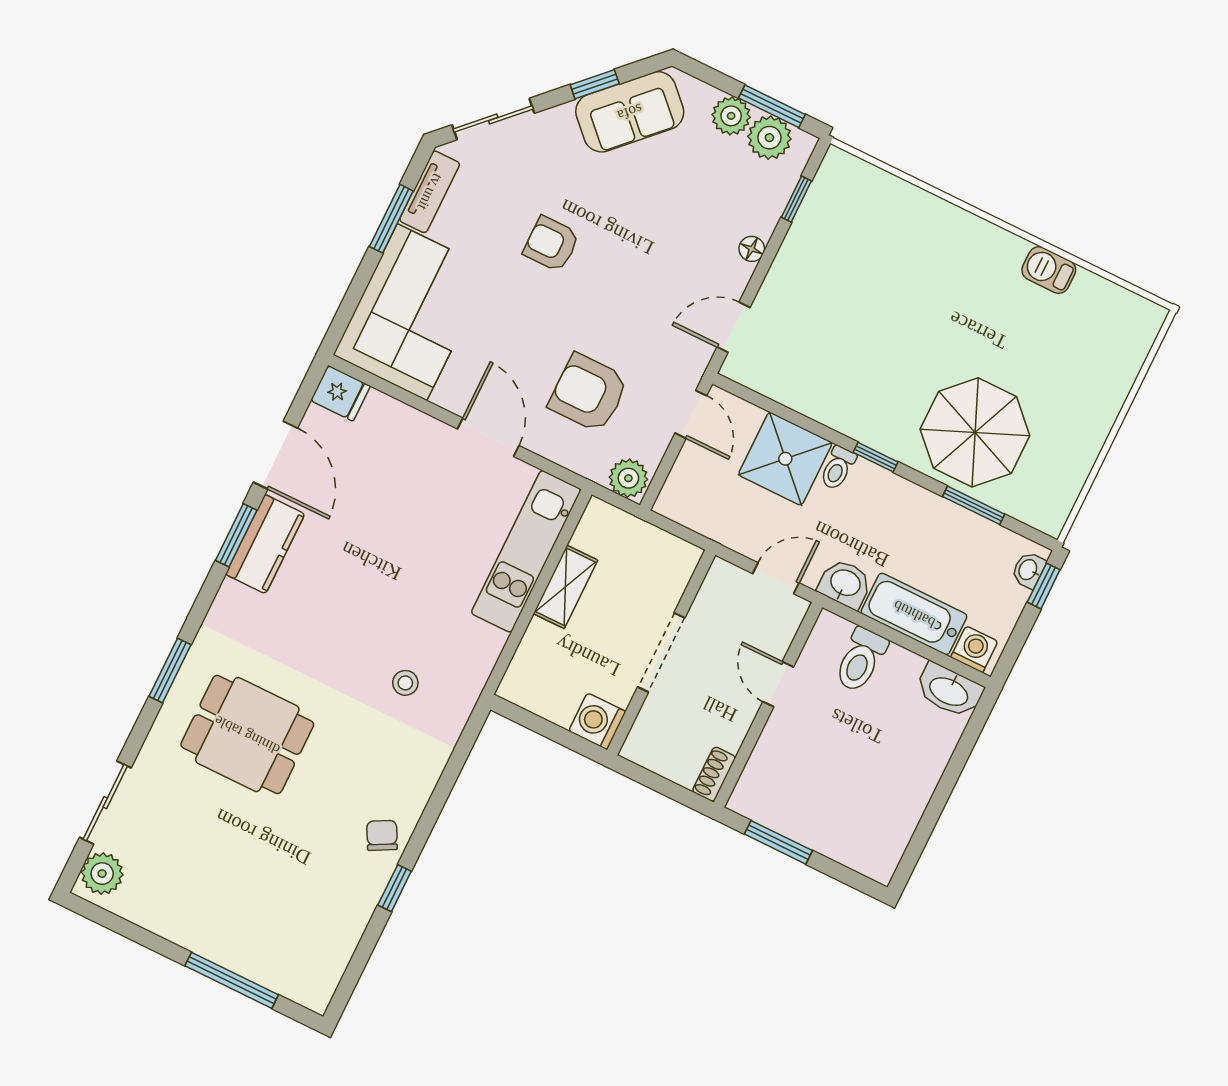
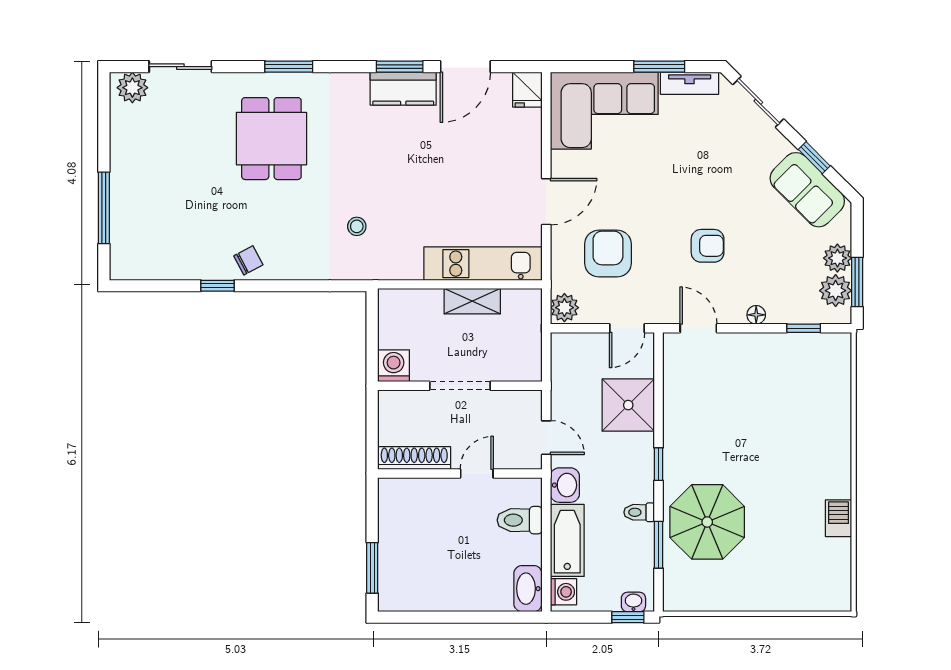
armchair: (551, 244) -> (708, 246), moved, turned 90
toilet: (838, 468) -> (639, 512), moved
shoe rack: (714, 774) -> (414, 458), width x1.94, depth x1.24
window: (778, 842) -> (372, 568), moved

